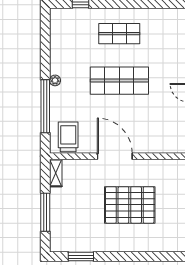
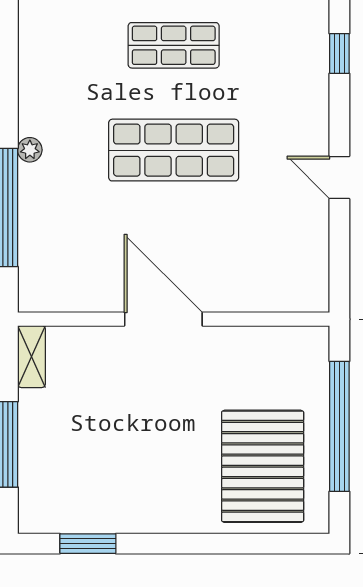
trolley: (68, 137) -> (59, 276), removed
pallet: (130, 205) -> (263, 466), moved, turned 90

